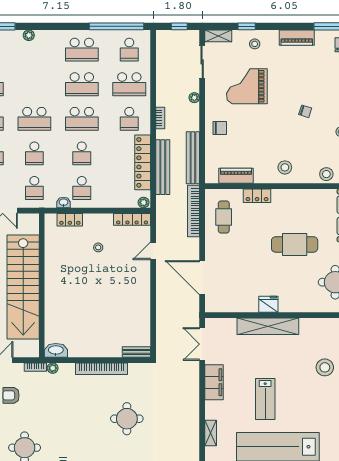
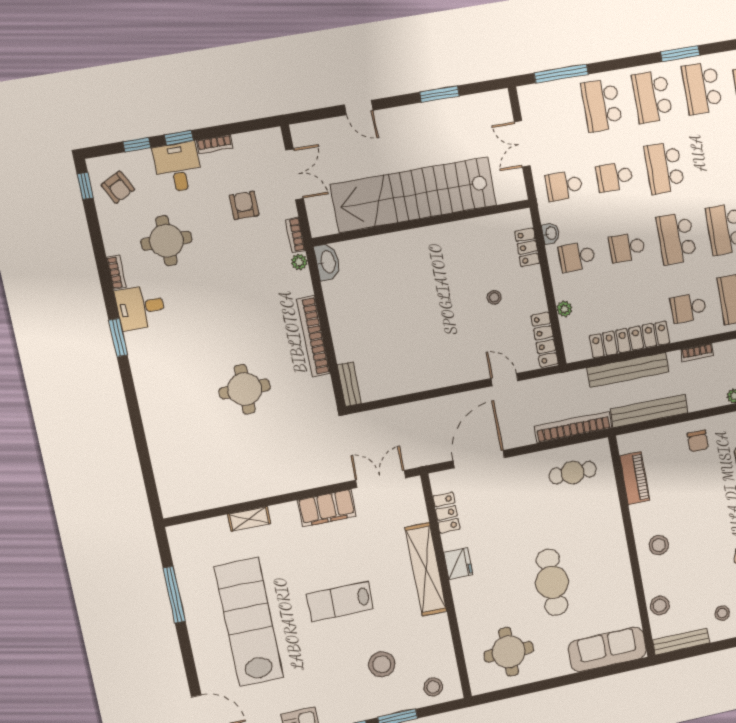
locker: (257, 196) -> (446, 513), moved, turned 180
plant: (144, 202) -> (564, 309), moved
lab bench: (265, 399) -> (340, 602), moved

